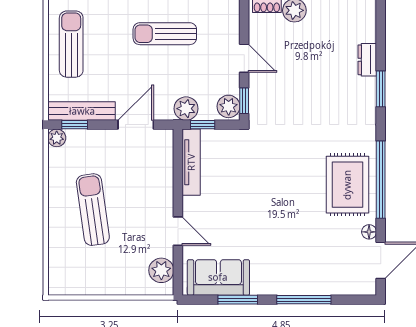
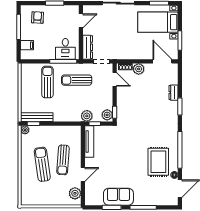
sun lounger: (71, 44) -> (47, 82), moved
door: (244, 58) -> (115, 79), moved
door: (136, 125) -> (63, 124), removed
rug: (347, 185) -> (158, 162), moved
sun lounger: (136, 201) -> (63, 160), added
door: (178, 231) -> (83, 175), hinge flipped
sofa: (218, 277) -> (118, 197), moved

